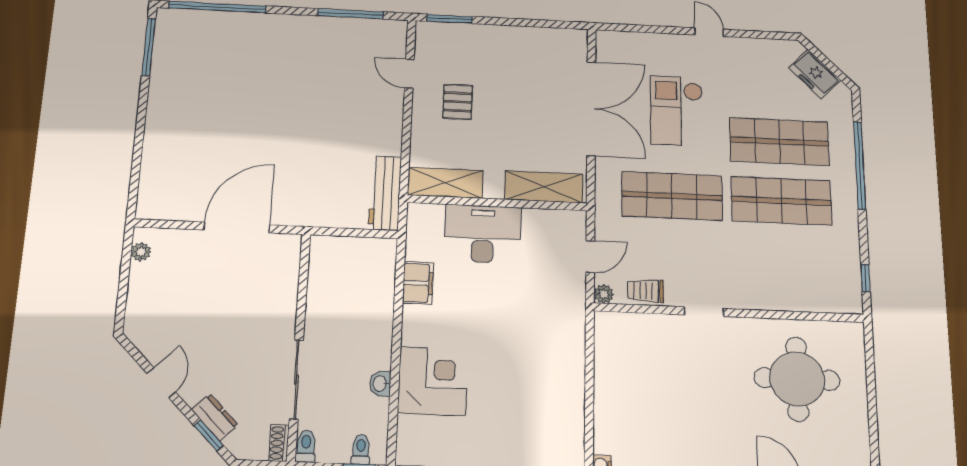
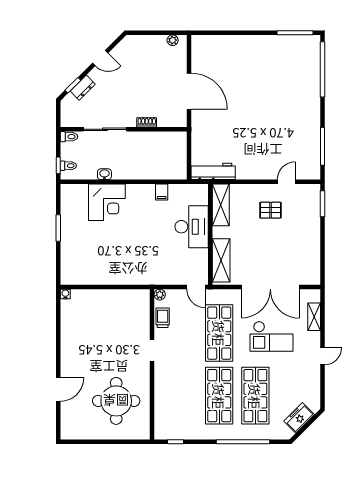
shelving: (642, 42) -> (314, 317), added
checkout: (677, 111) -> (272, 336), turned 180
door: (590, 257) -> (196, 287), moved
filing cabinet: (418, 283) -> (162, 192), width x0.50
shoe rack: (279, 443) -> (147, 122), moved

